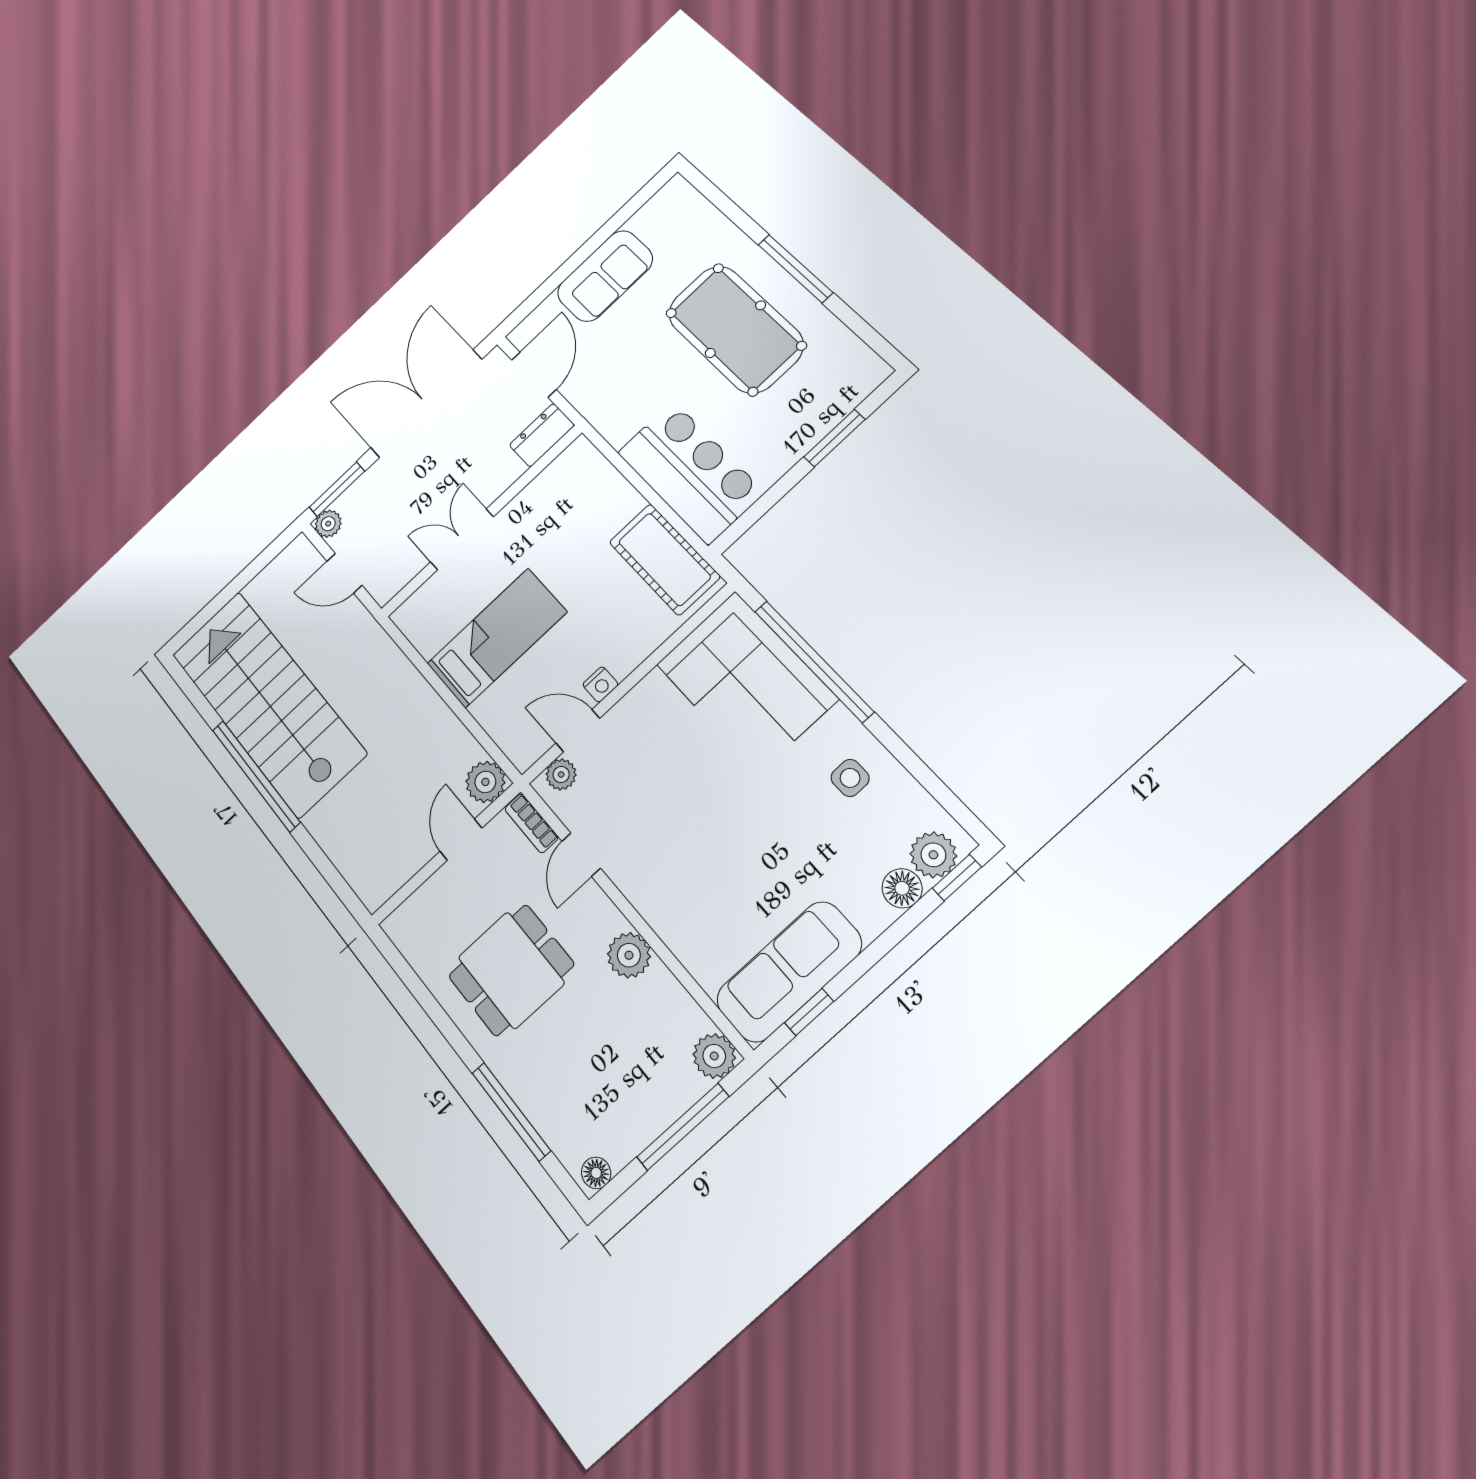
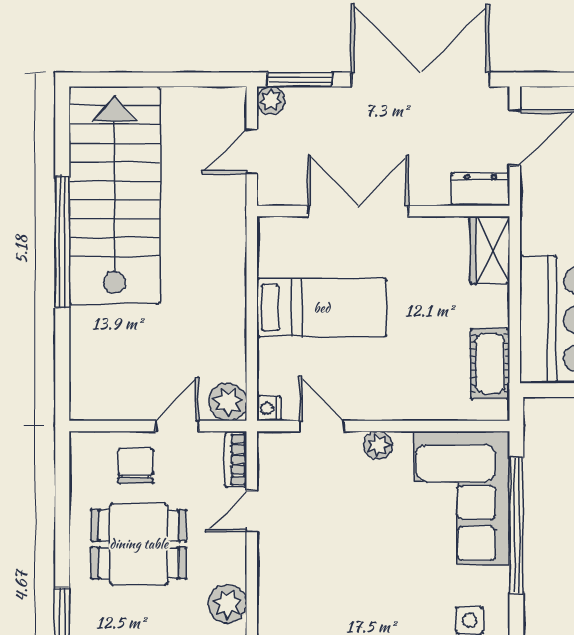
wardrobe: (590, 471) -> (490, 250), added
double door: (462, 539) -> (358, 211), width x1.37
cot: (664, 559) -> (490, 364), width x0.73, depth x0.75
door: (344, 573) -> (252, 151), hinge flipped
nightstand: (600, 684) -> (269, 408), moved, turned 90
plant: (561, 774) -> (378, 445), moved
chair: (455, 904) -> (136, 466), added

